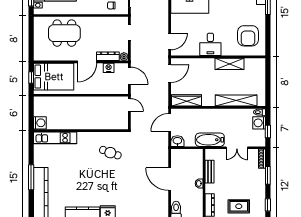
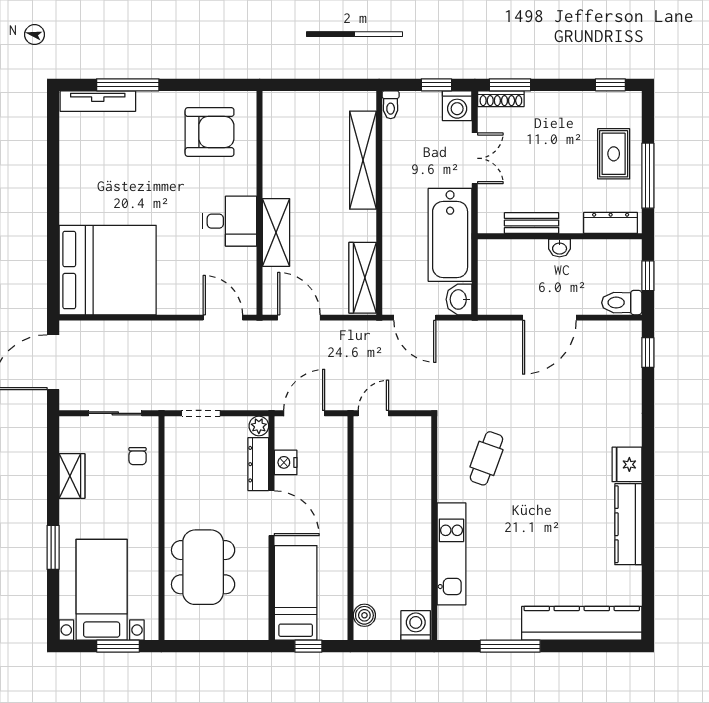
shelving: (230, 64) -> (276, 232), moved
bed: (54, 77) -> (296, 593), width x0.67
boiler: (44, 101) -> (364, 615), added
washing machine: (259, 123) -> (457, 106), moved
kitchen unit: (55, 138) -> (451, 554), moved
bathtub: (210, 140) -> (450, 235), width x1.36, depth x1.36
window: (268, 175) -> (510, 85), moved
window: (31, 177) -> (510, 646), moved

